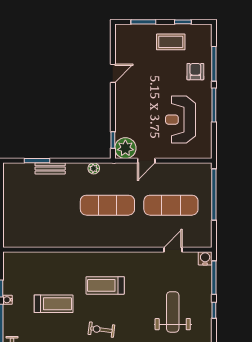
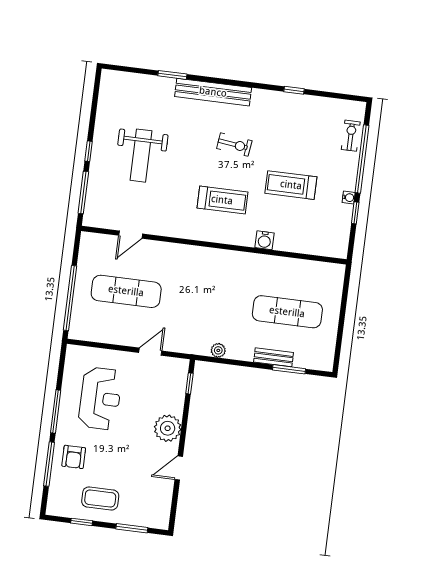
plant: (125, 148) -> (168, 428), moved
exercise mat: (107, 205) -> (287, 312), moved
water cooler: (205, 258) -> (264, 240), moved

